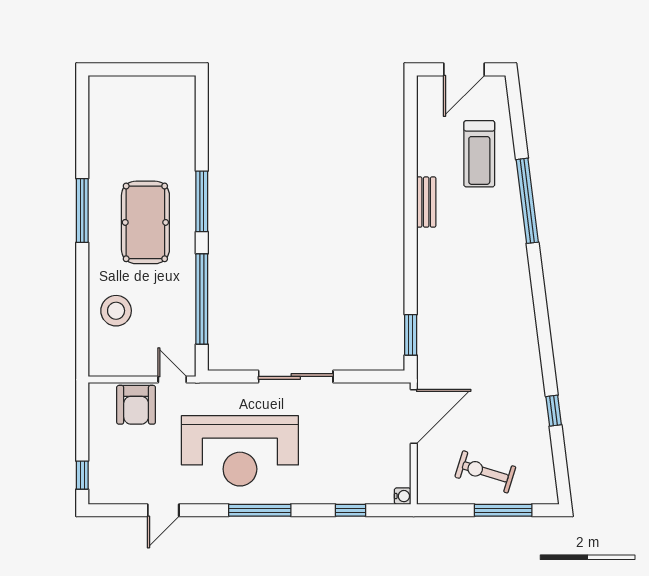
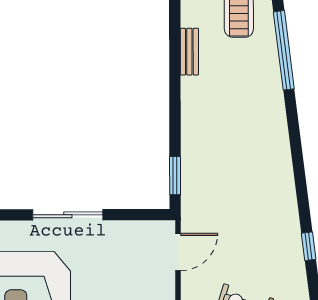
door: (414, 416) -> (178, 252), width x0.73

